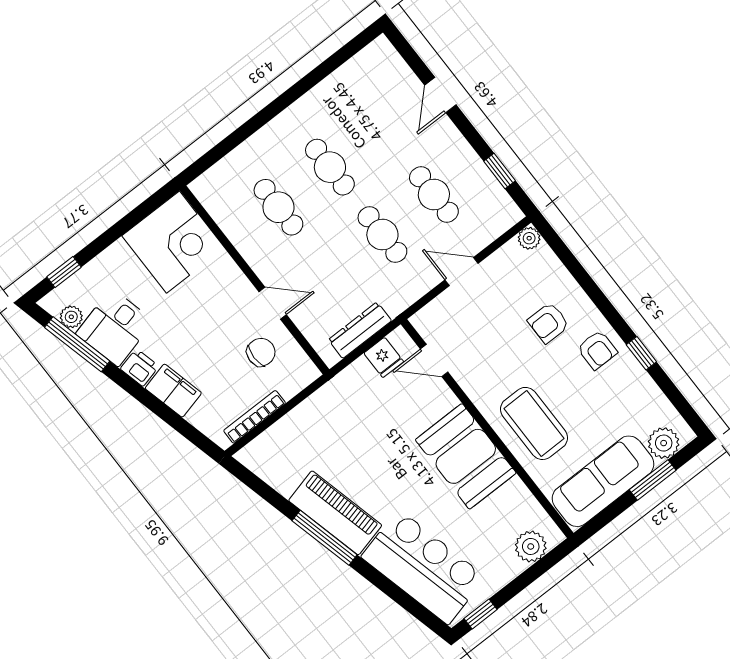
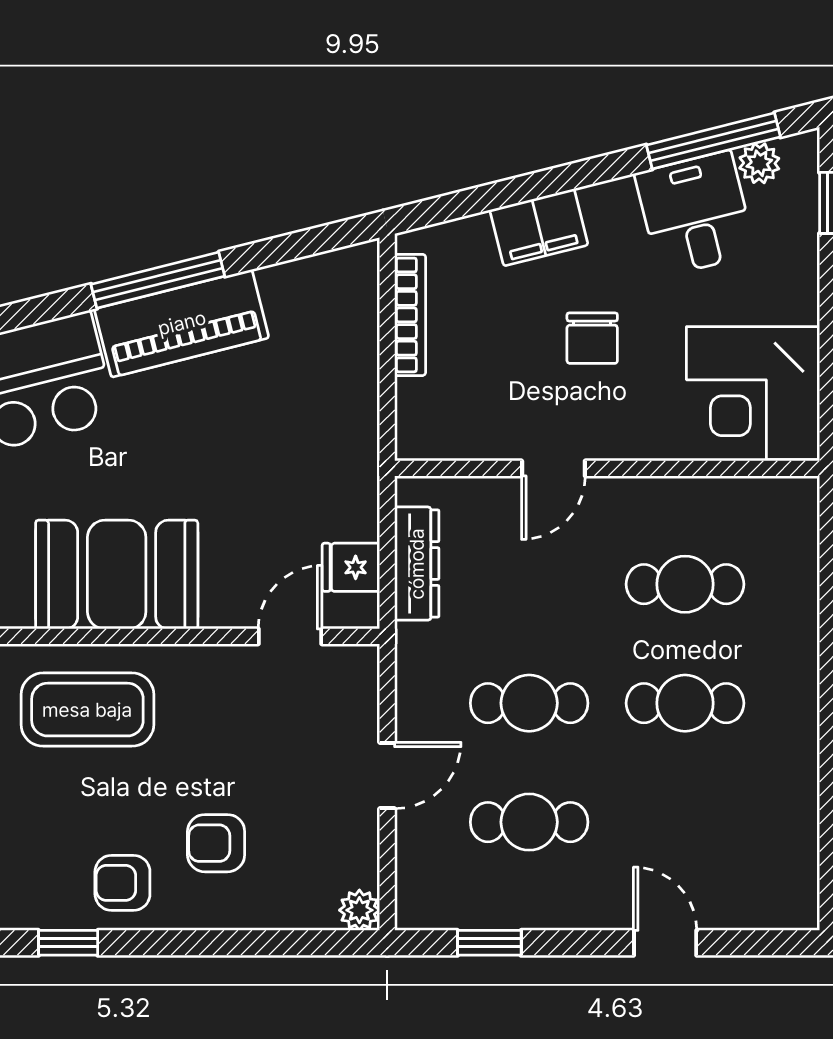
armchair: (548, 323) -> (216, 843), turned -90
chair: (261, 352) -> (592, 338), moved
printer: (140, 368) -> (610, 205), removed

